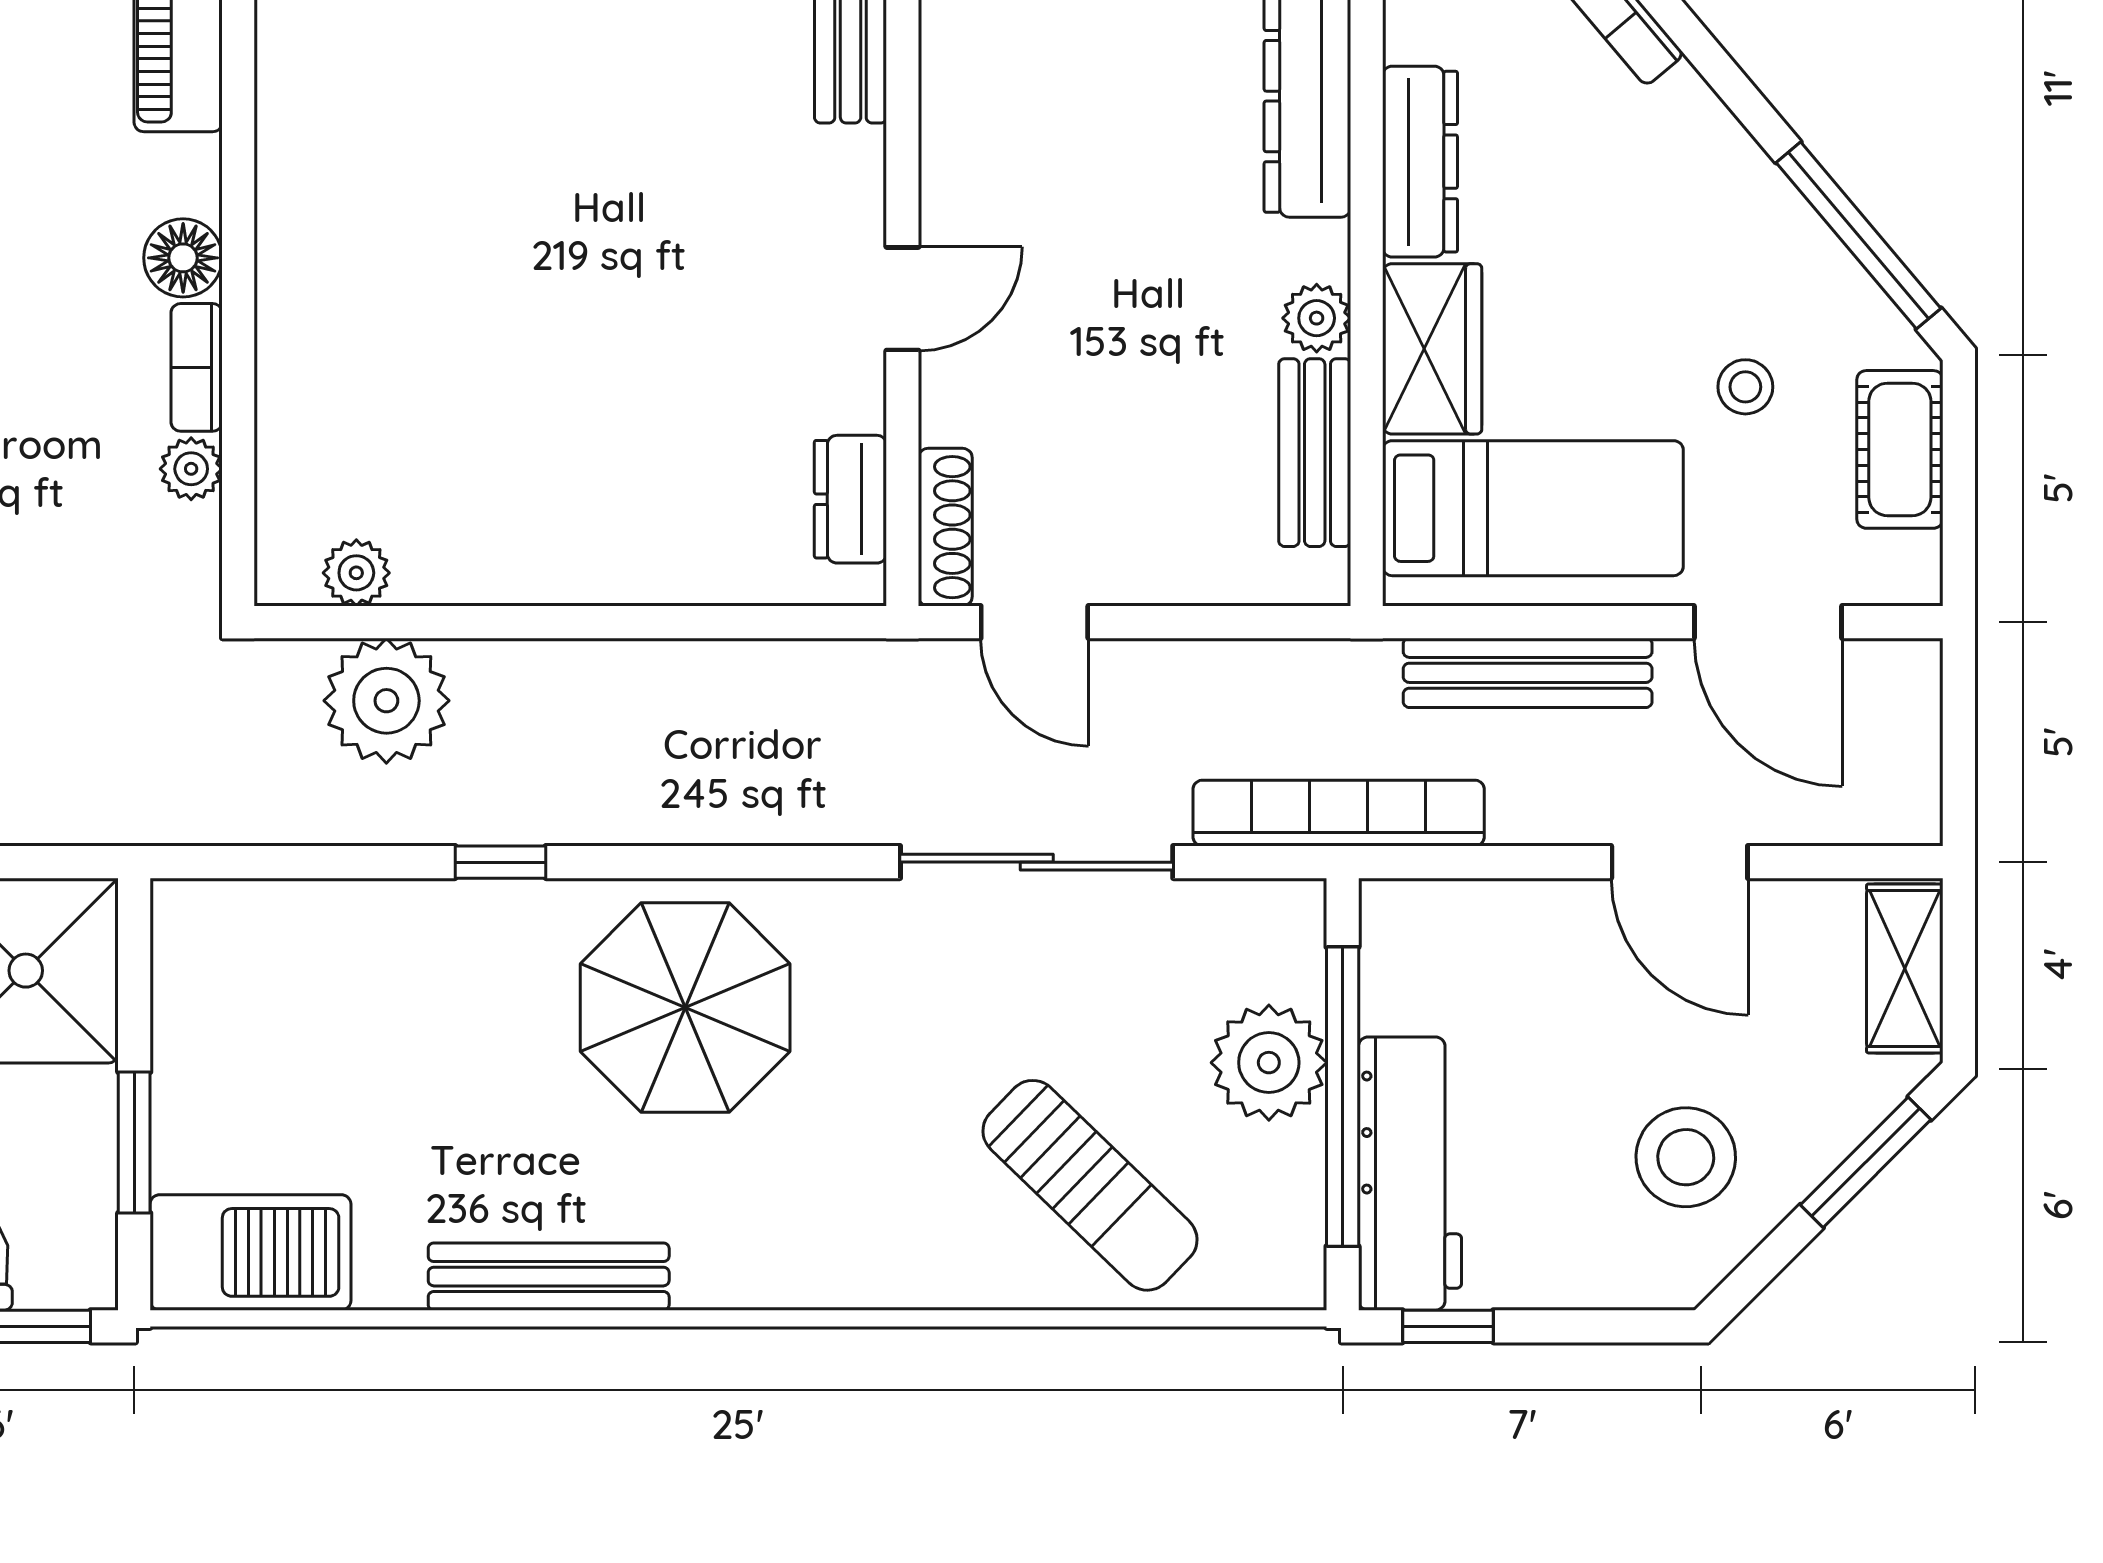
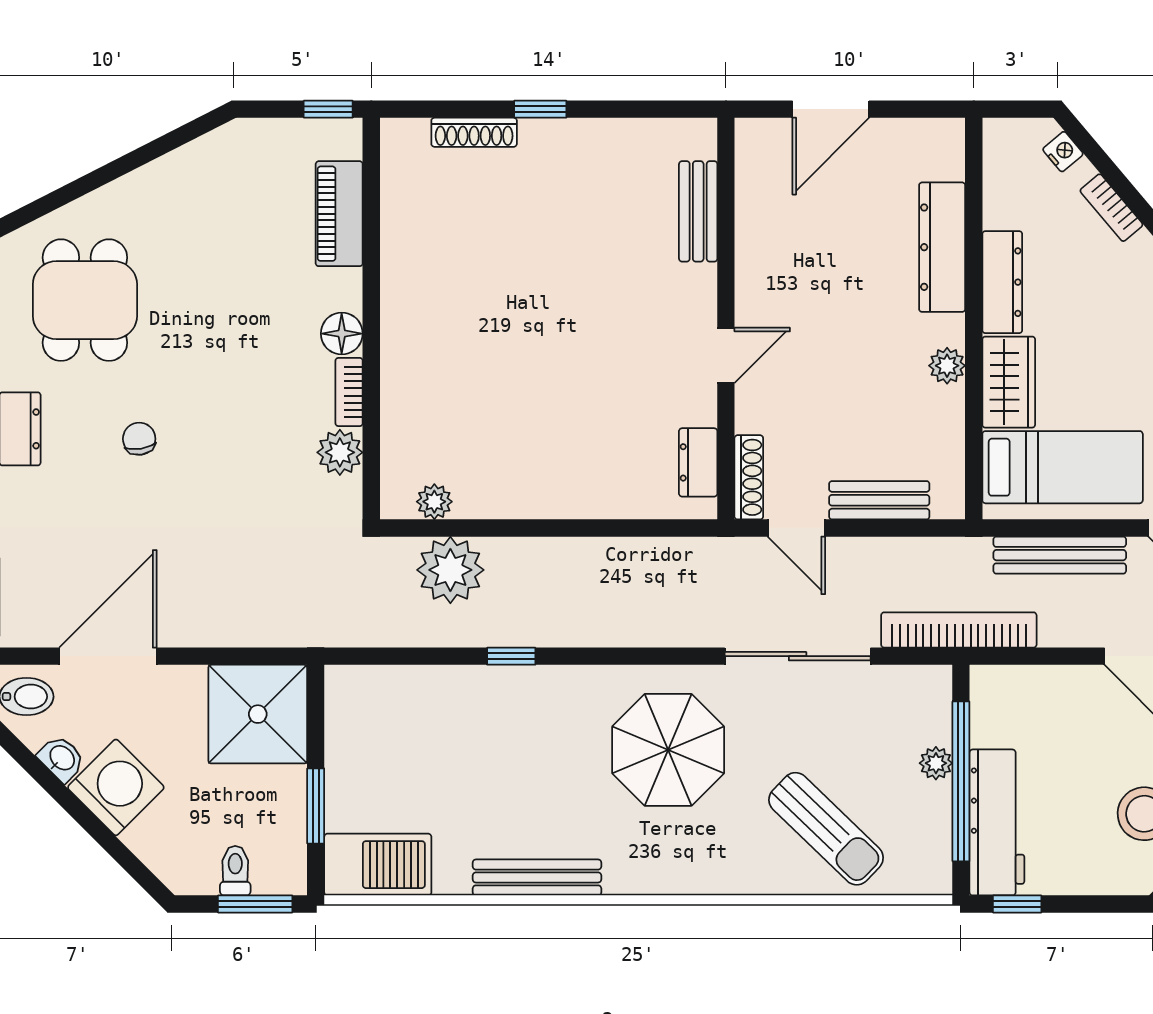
bench: (1315, 453) -> (879, 500), moved, turned 90
plant: (191, 469) -> (340, 452), width x1.38, depth x1.38
parasol: (685, 1008) -> (668, 750), moved
plant: (1269, 1063) -> (936, 763), width x0.53, depth x0.53

